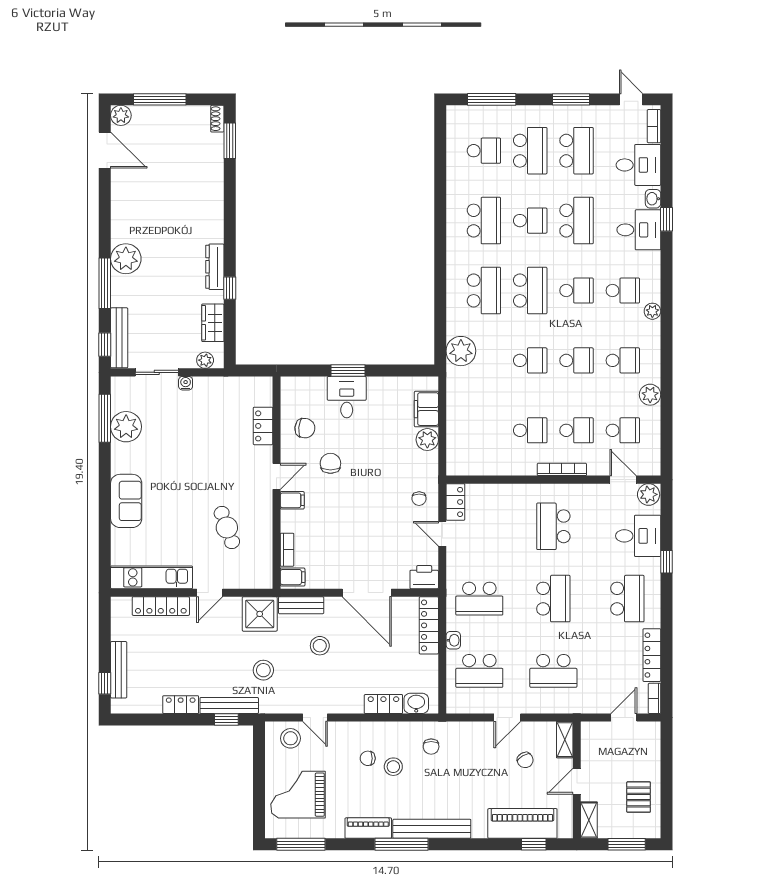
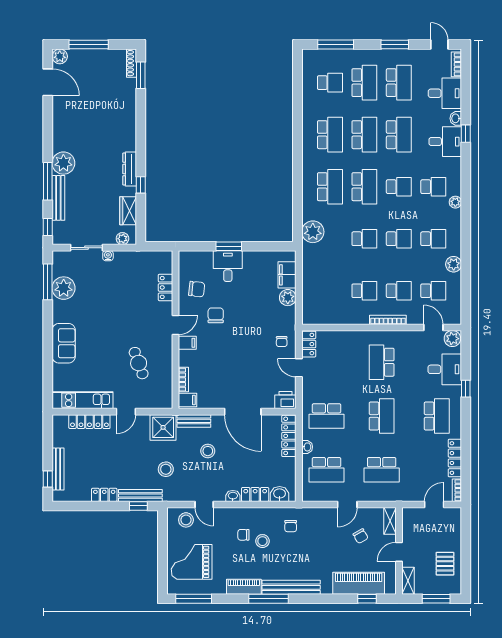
shoe rack: (217, 119) -> (131, 63), width x1.43
school desk: (530, 221) -> (364, 135), width x1.85
bench: (119, 338) -> (58, 198), moved
washbasin: (353, 706) -> (233, 496), added

